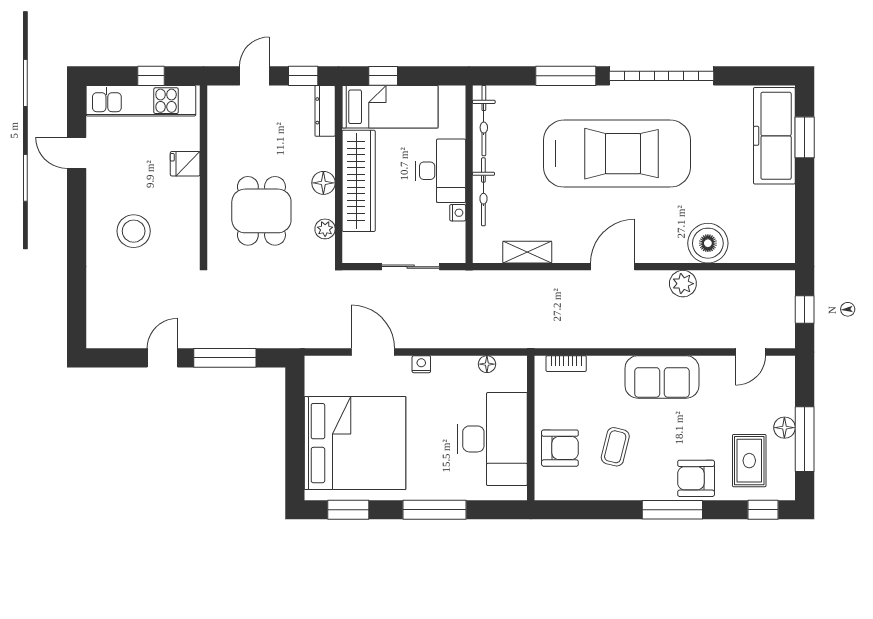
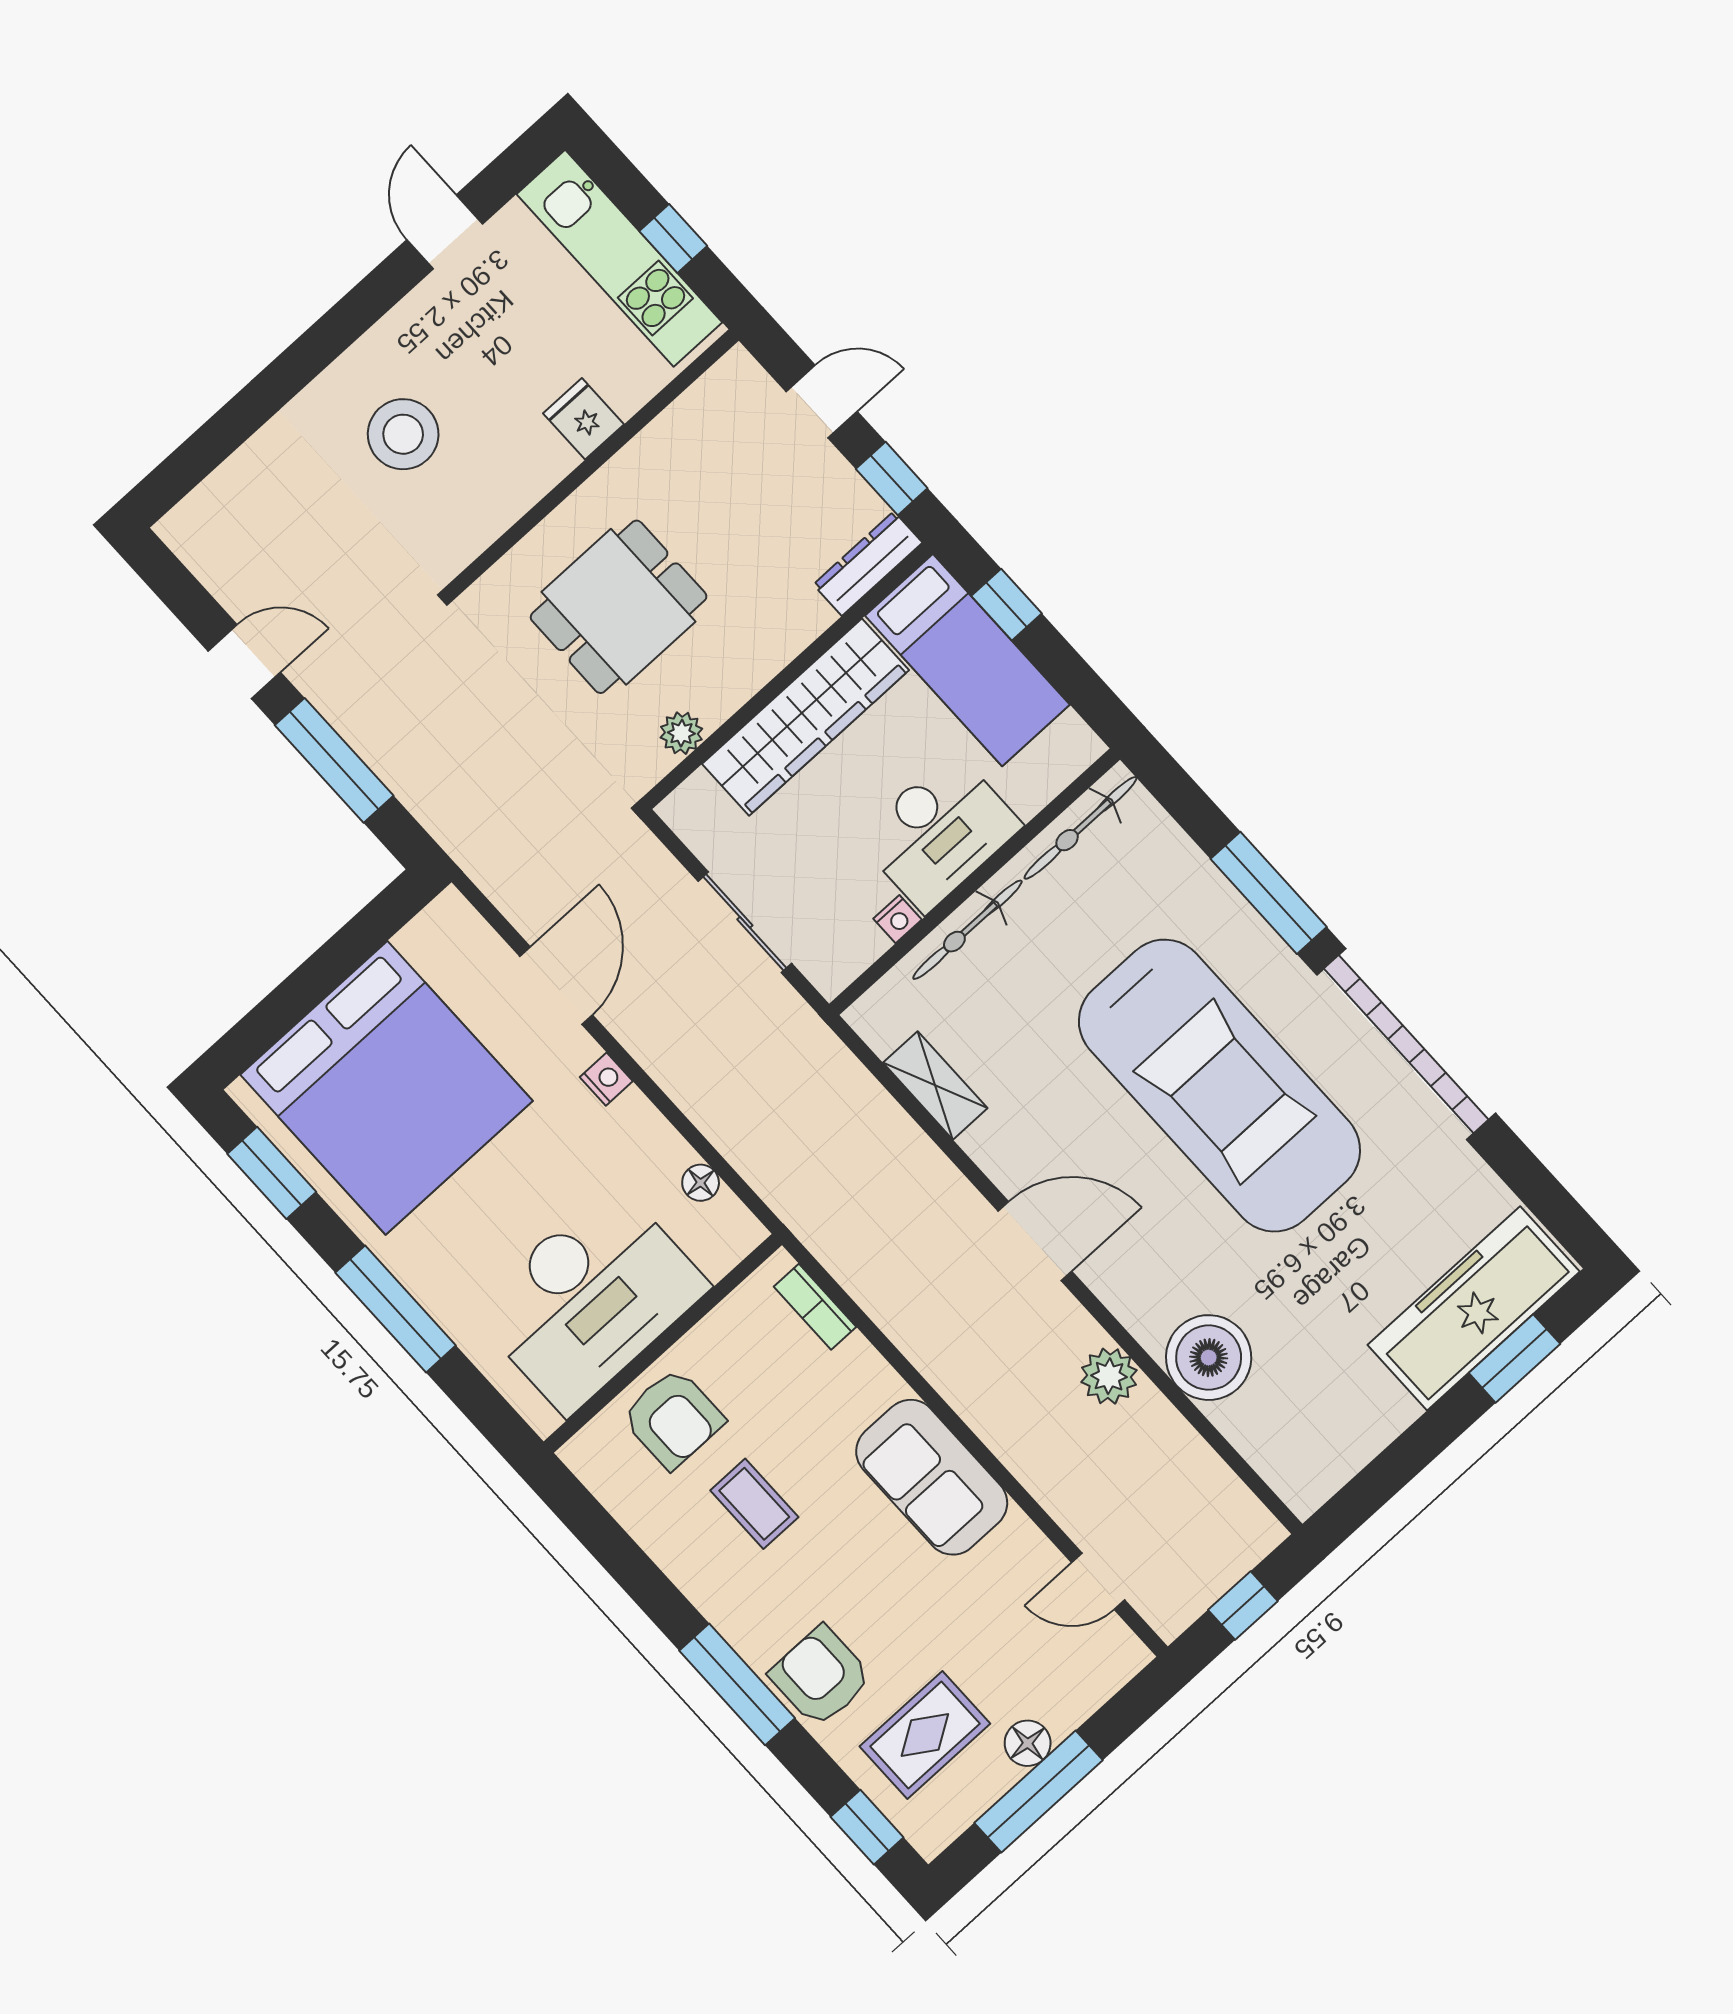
floor lamp: (323, 183) -> (752, 664), removed
coffee table: (615, 447) -> (754, 1504), turned 76

